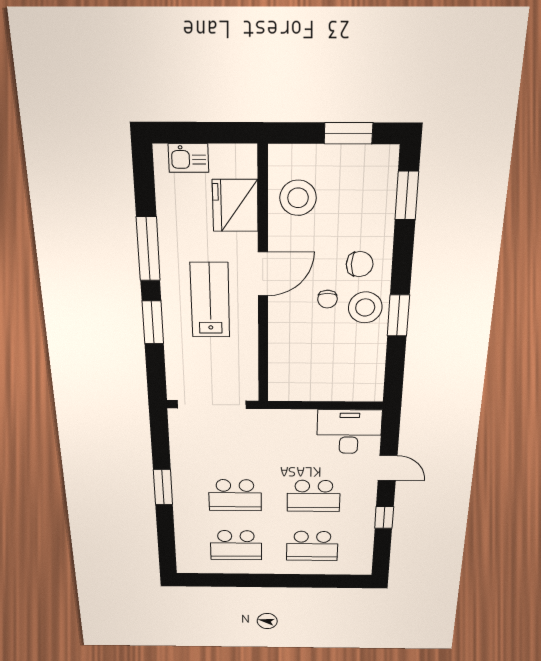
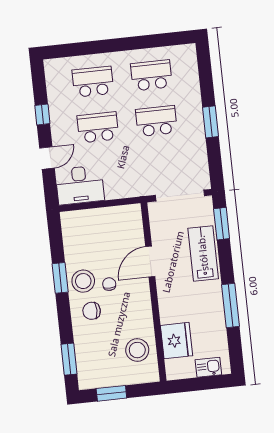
door: (263, 274) -> (150, 262), moved
lab bench: (210, 300) -> (203, 253), moved, turned 180
window: (153, 322) -> (222, 224), moved
door: (388, 468) -> (47, 158), swing flipped

